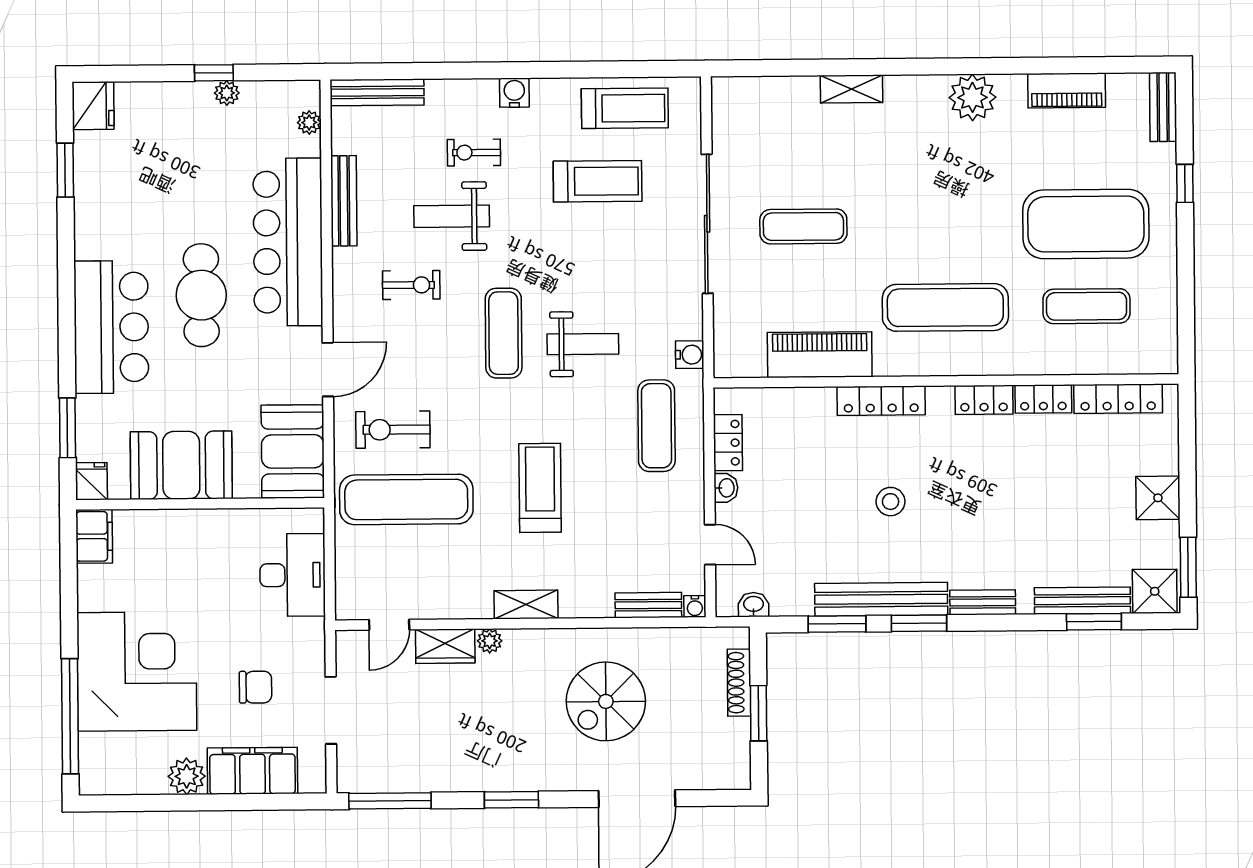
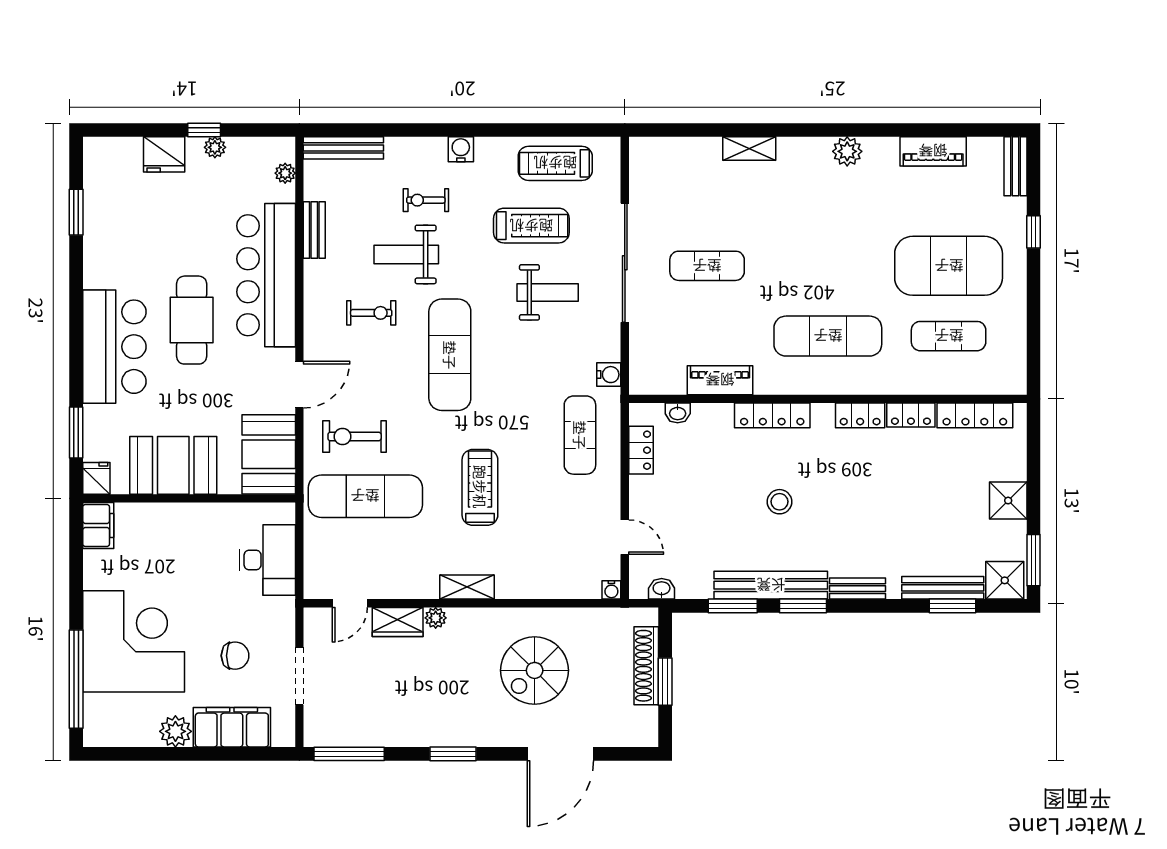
plant: (972, 97) -> (847, 151), width x0.73, depth x0.73
fridge: (93, 106) -> (164, 154), moved, turned 90
treadmill: (625, 108) -> (555, 163), turned 180
bench: (344, 201) -> (314, 230), width x0.73
exercise mat: (504, 333) -> (450, 355), width x1.36, depth x1.45
weight bench: (583, 344) -> (548, 292), moved
piano: (820, 355) -> (720, 380), width x0.73, depth x0.75
washbasin: (726, 488) -> (678, 413), moved, turned 90
bench: (648, 605) -> (572, 588), removed
shoe rack: (739, 683) -> (646, 666), width x1.36, depth x1.24

